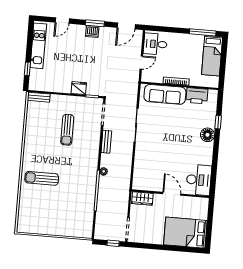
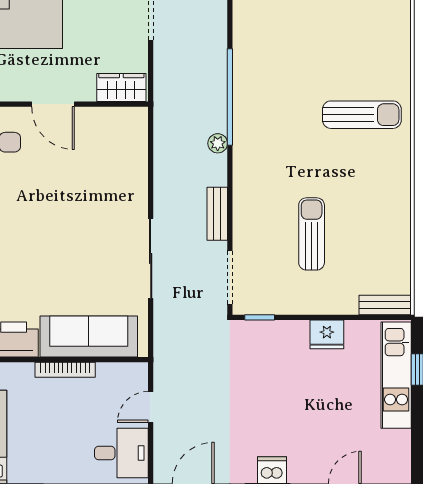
kitchen unit: (38, 46) -> (396, 375), moved
fridge: (79, 88) -> (327, 334), moved

